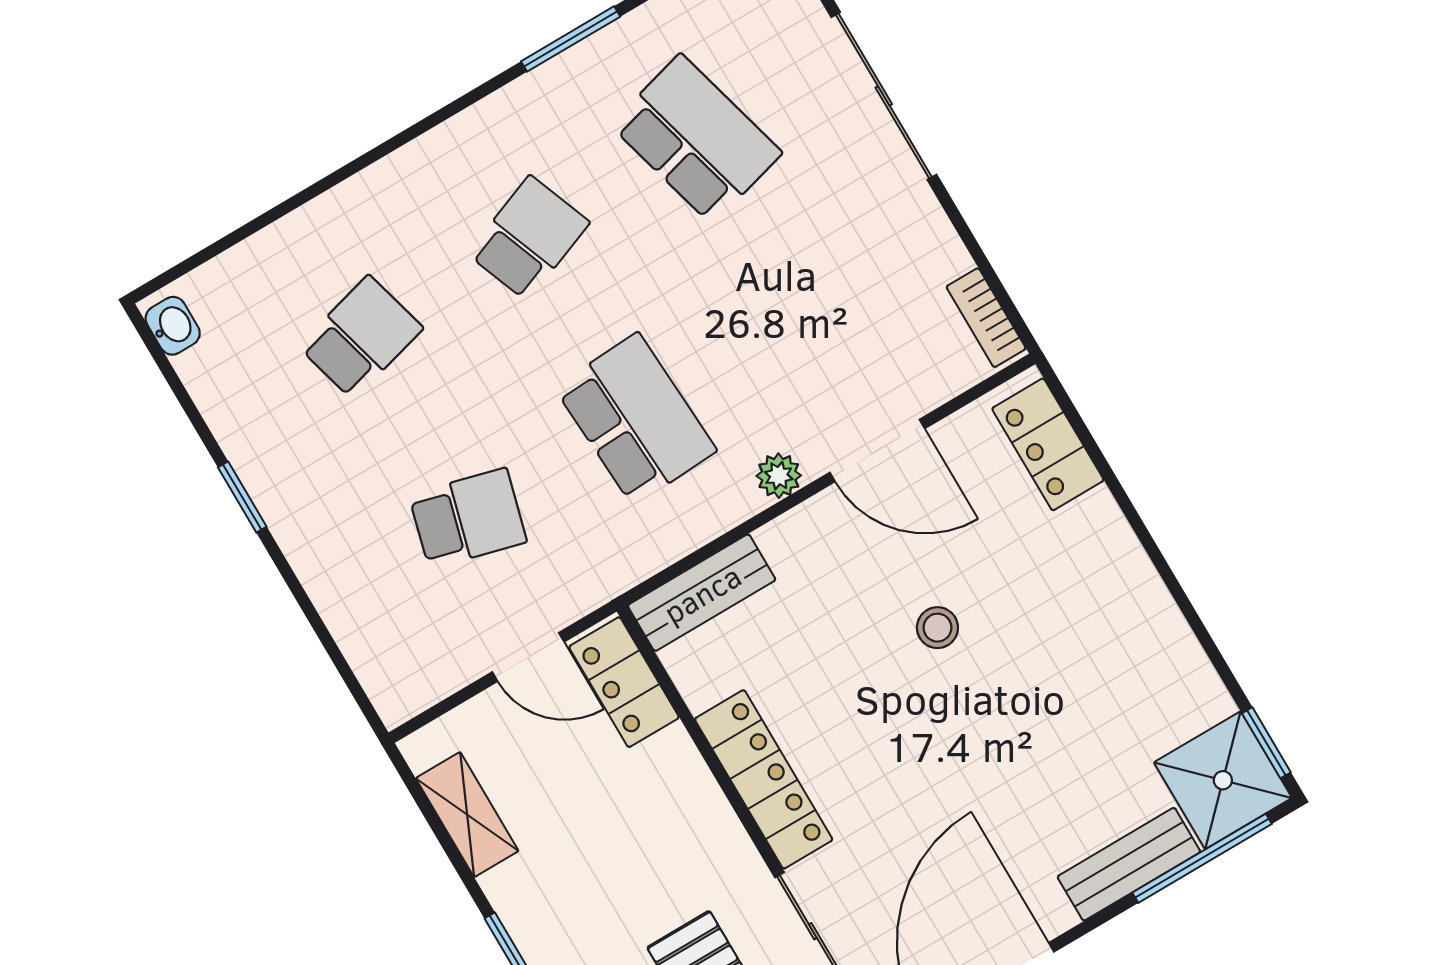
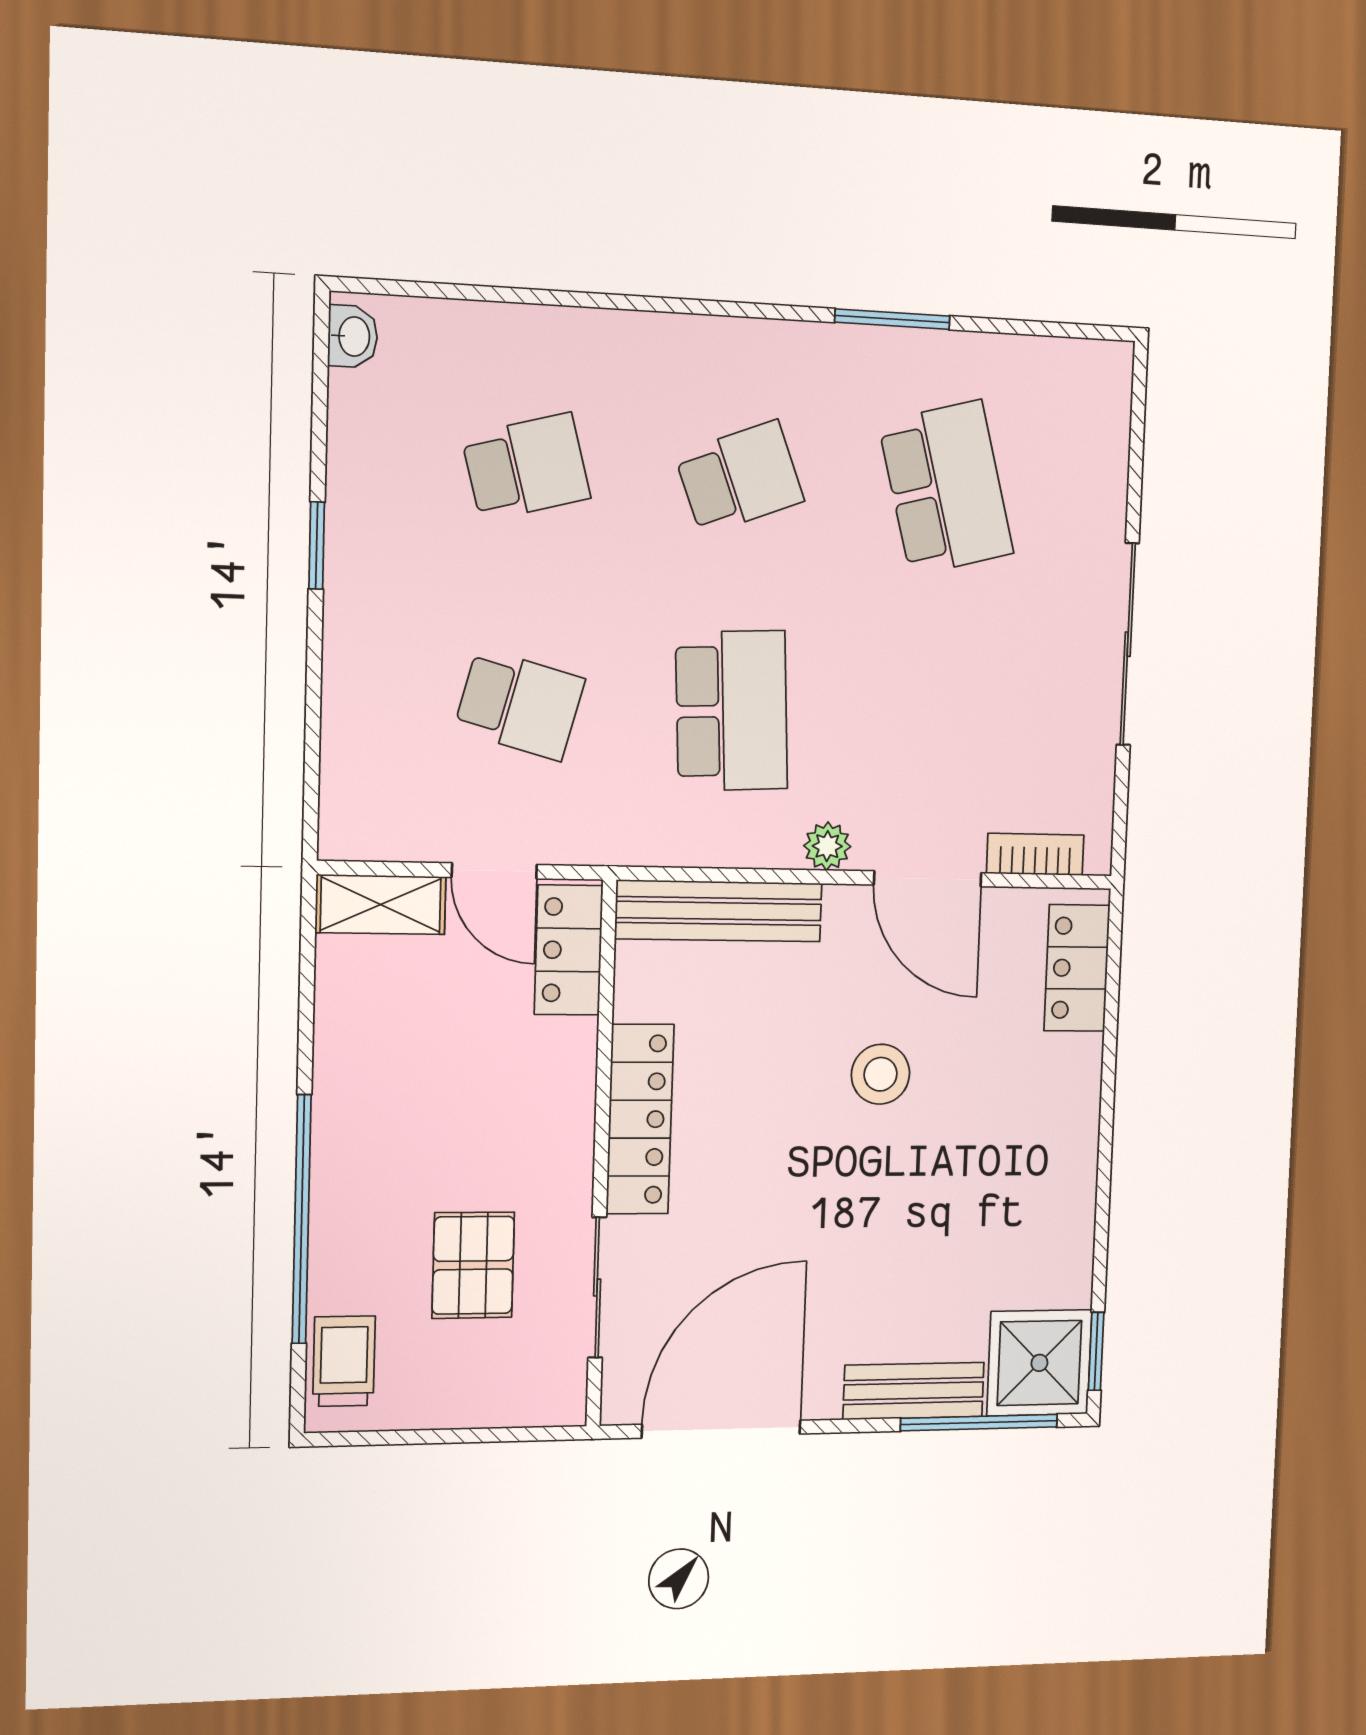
sliding door: (884, 96) -> (1128, 644), moved
bookcase: (986, 318) -> (1035, 854), moved, turned 90
bench: (702, 593) -> (719, 911), width x1.36
stool: (937, 628) -> (881, 1074), width x1.37, depth x1.37
shelving: (467, 815) -> (381, 905), moved, turned 90

